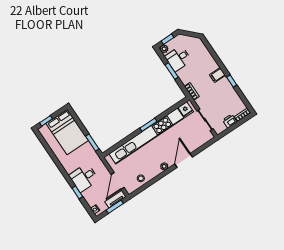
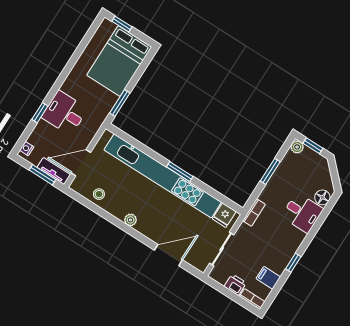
floor lamp: (200, 47) -> (322, 197), added
desk: (178, 59) -> (302, 213), moved, turned 180
filing cabinet: (217, 75) -> (268, 278), moved
door: (184, 161) -> (168, 255), moved

